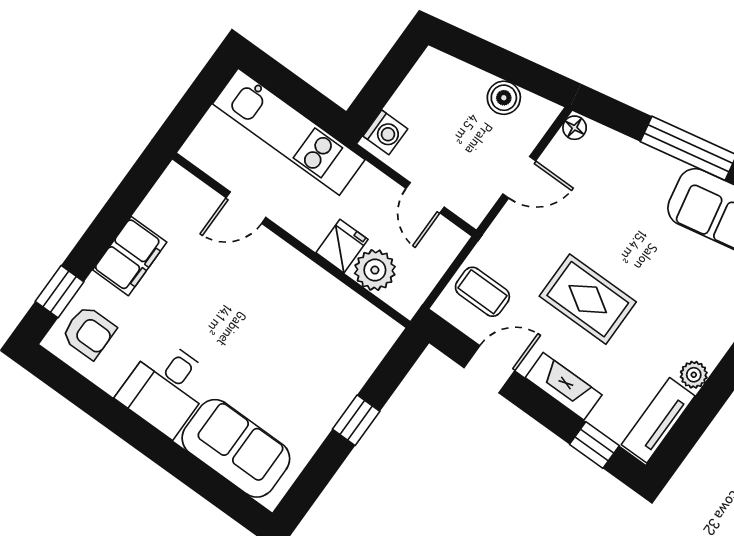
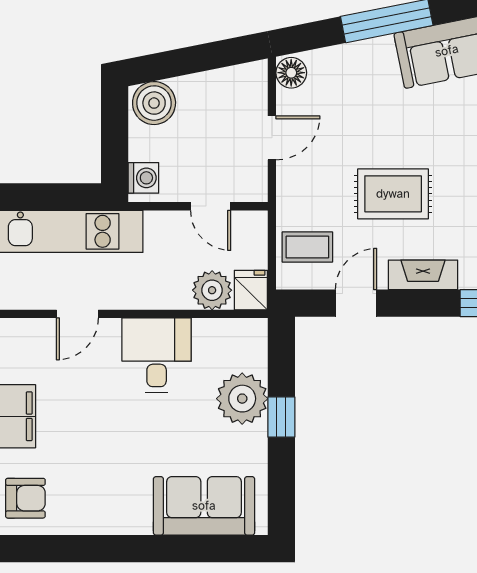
boiler: (504, 98) -> (154, 103), moved, width x1.36, depth x1.36
floor lamp: (575, 128) -> (291, 73), width x1.37, depth x1.37
fridge: (342, 246) -> (251, 290), moved
plant: (334, 381) -> (242, 399), added
desk: (166, 388) -> (157, 355), moved, turned 180

